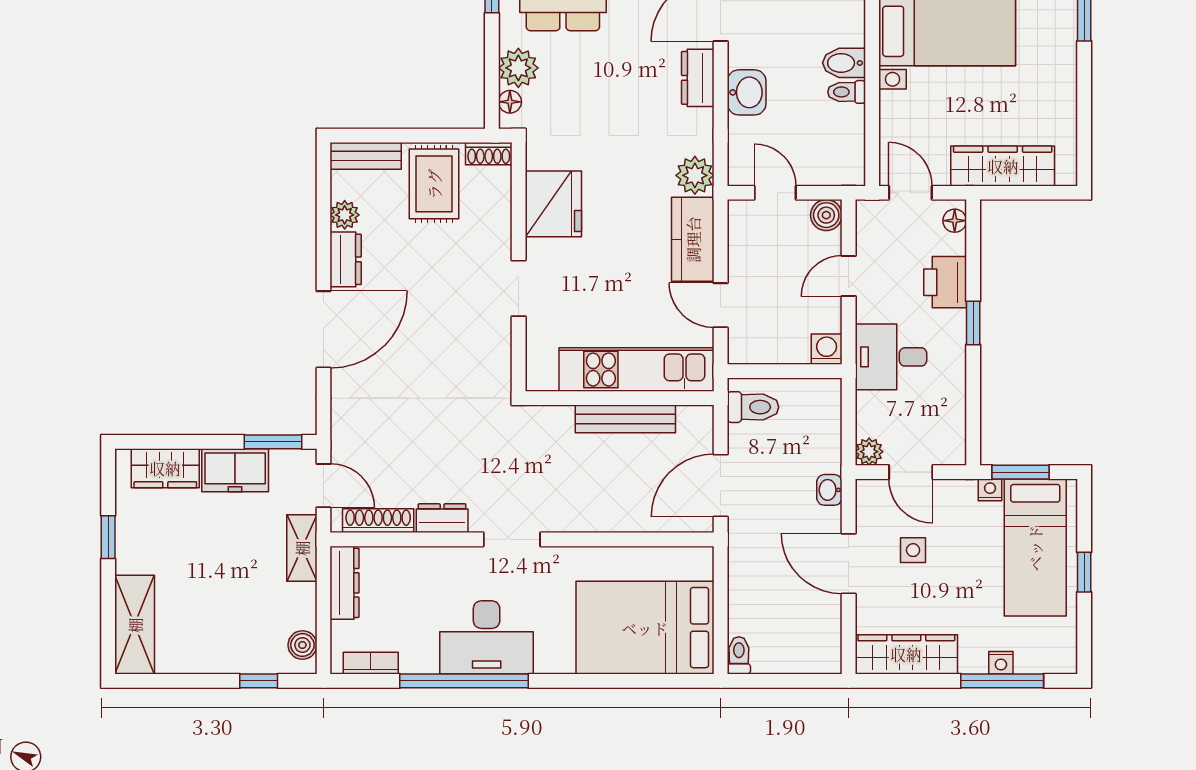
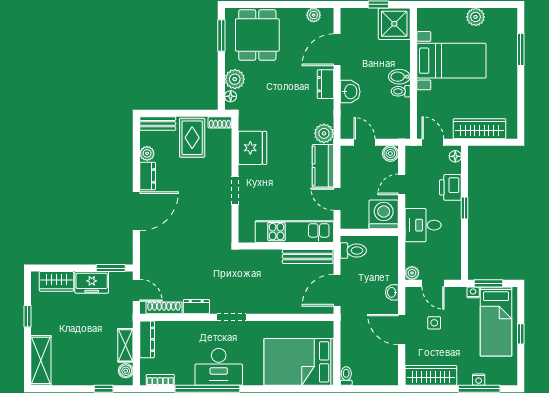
washing machine: (827, 349) -> (384, 214), width x1.89, depth x1.89
bench: (625, 419) -> (308, 256), moved
shelving: (302, 548) -> (125, 345), moved

